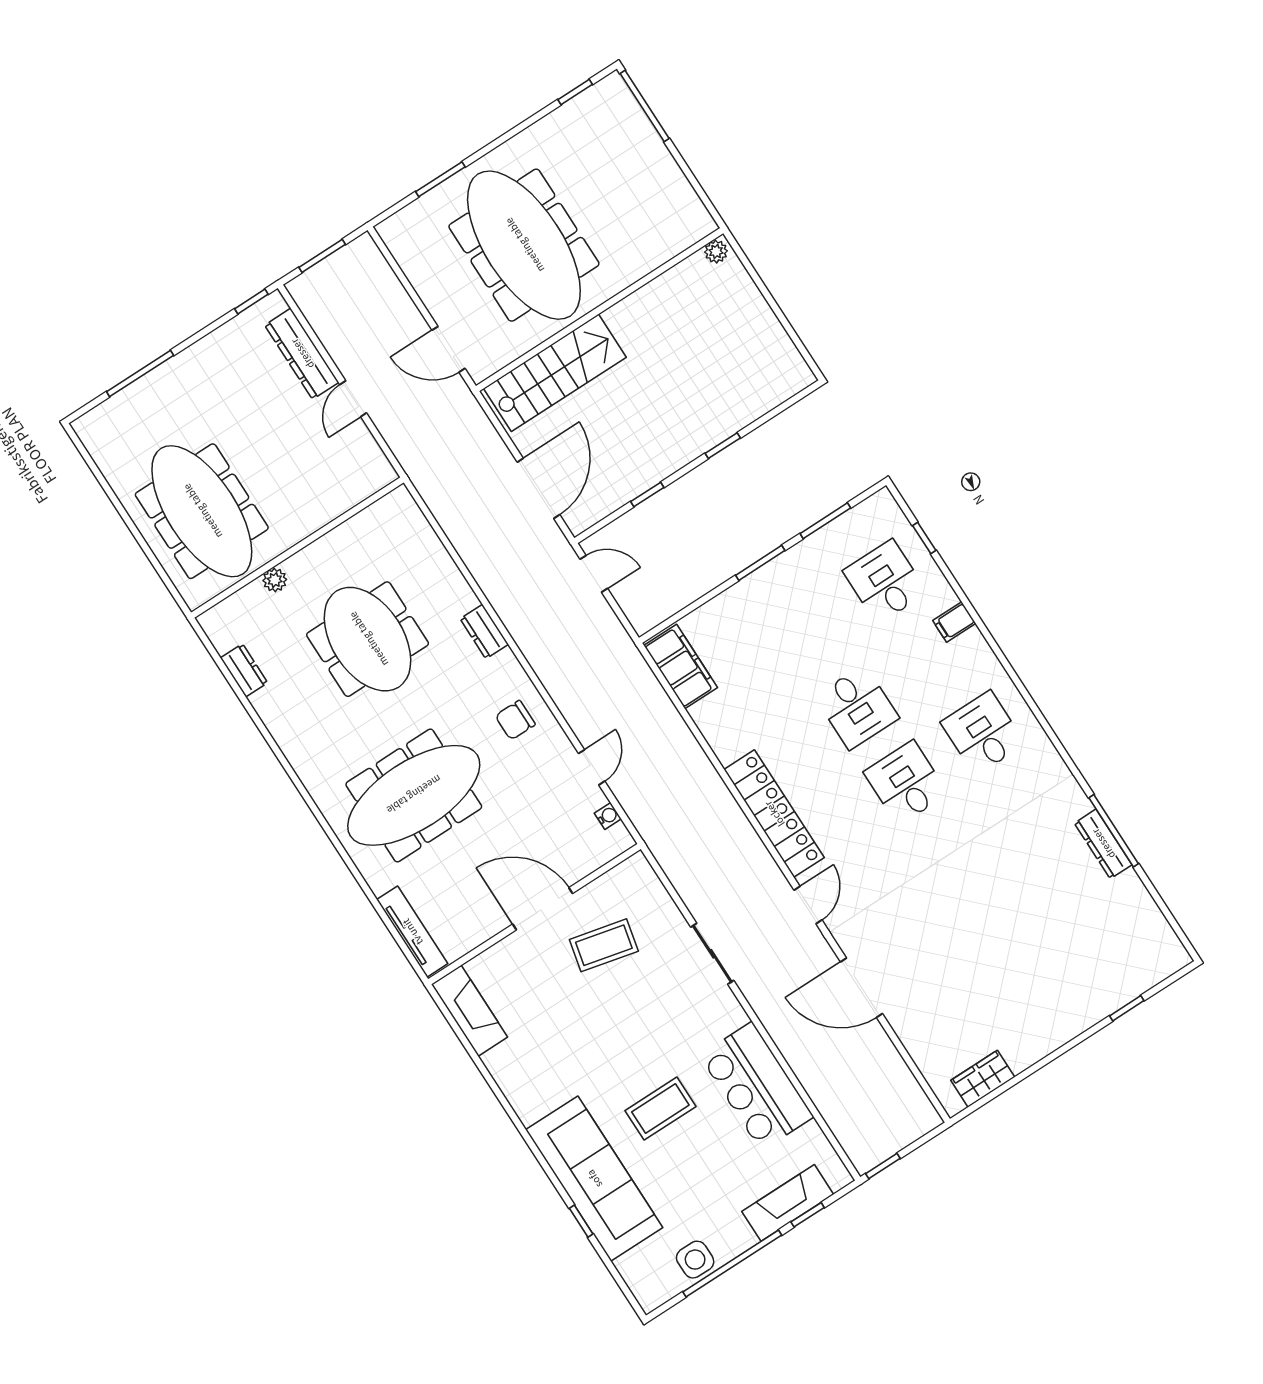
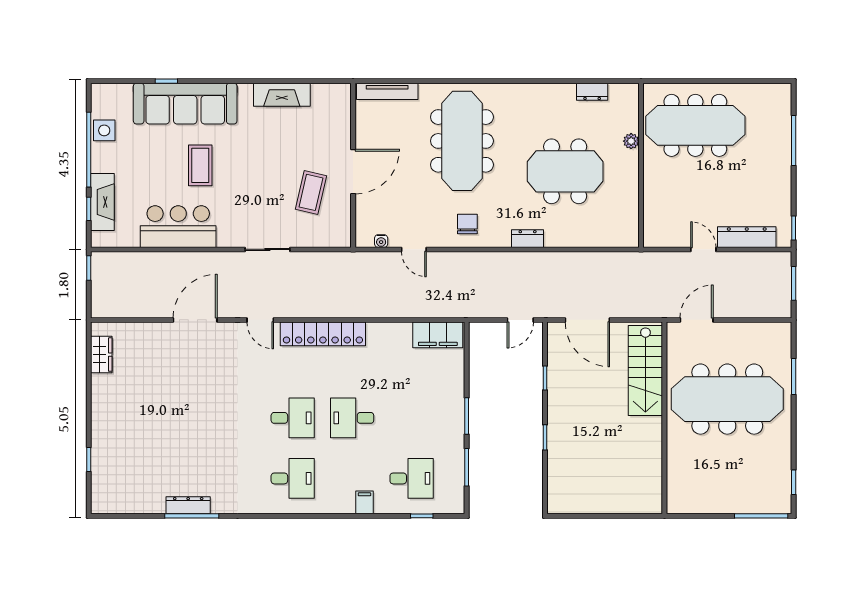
plant: (716, 252) -> (655, 503), removed
fireplace: (470, 1011) -> (282, 95), moved

